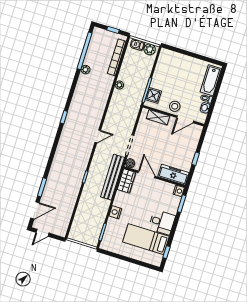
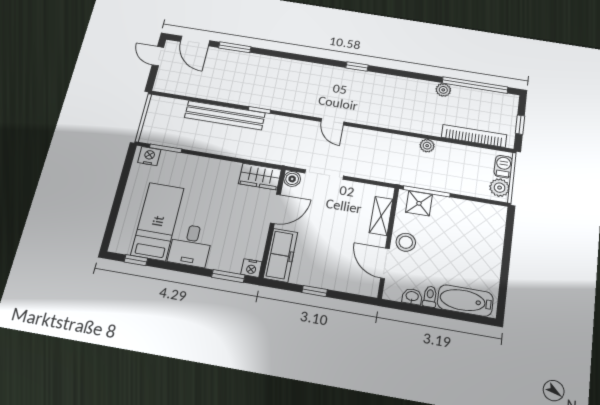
bench: (113, 177) -> (225, 115), moved
nightstand: (115, 212) -> (149, 156), moved

